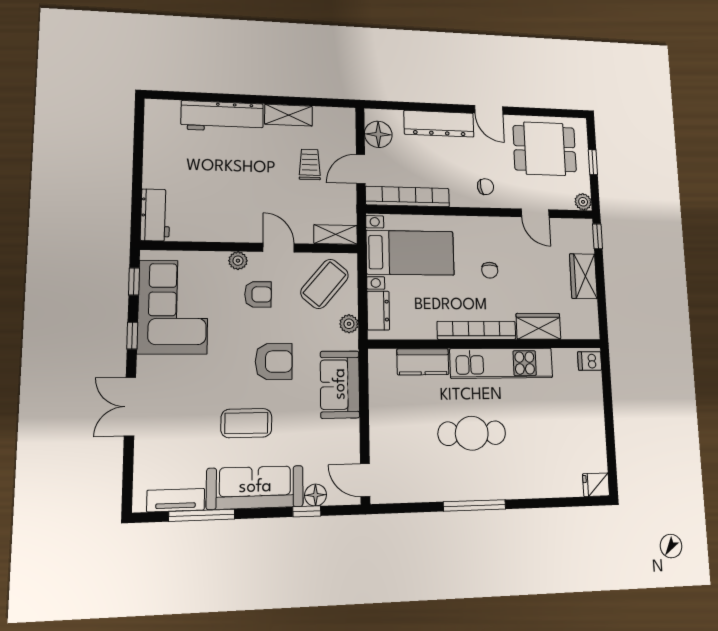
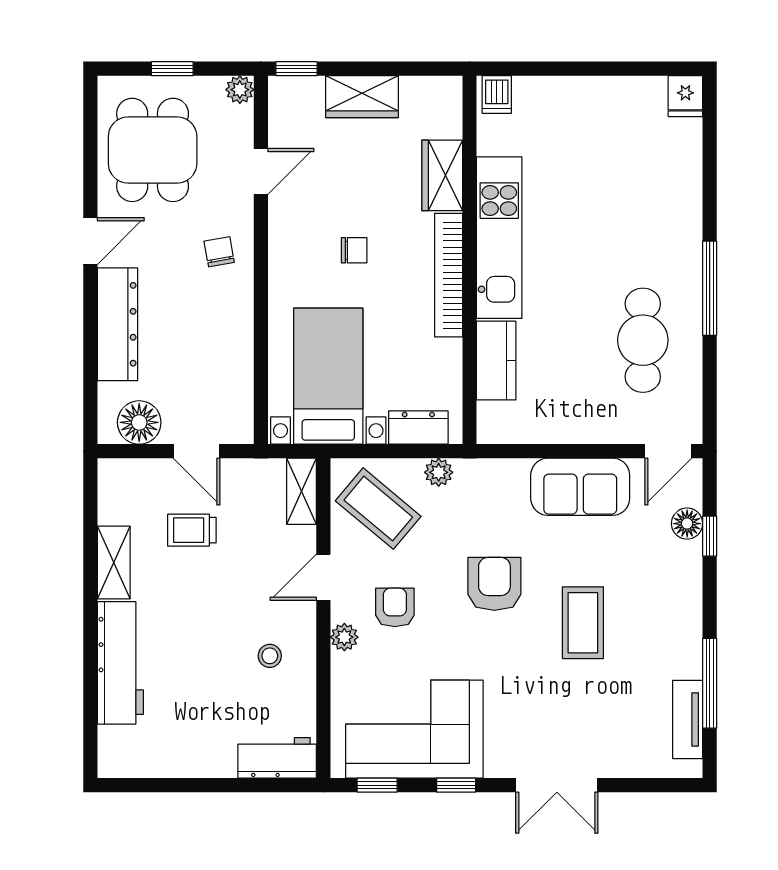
bookcase: (408, 197) -> (239, 378), removed
stool: (226, 212) -> (270, 656), added
sofa: (340, 384) -> (580, 487), moved
cafe table: (472, 433) -> (643, 340), moved
sofa: (255, 487) -> (674, 610), removed

